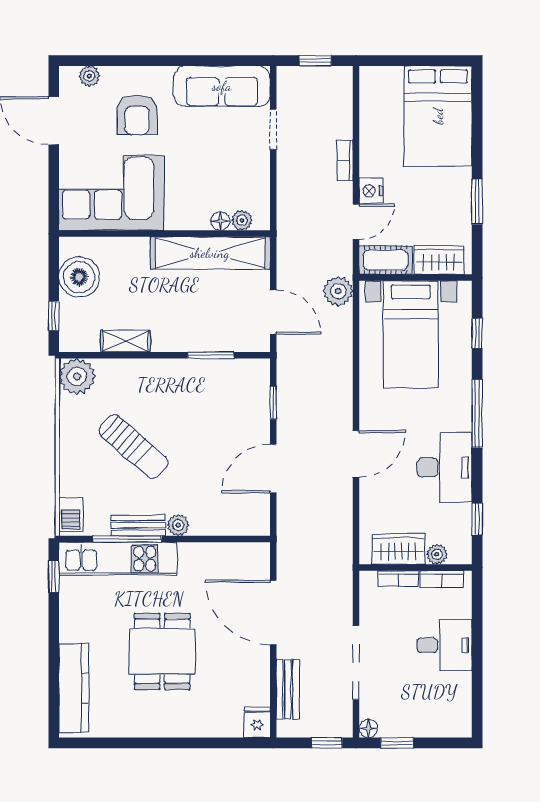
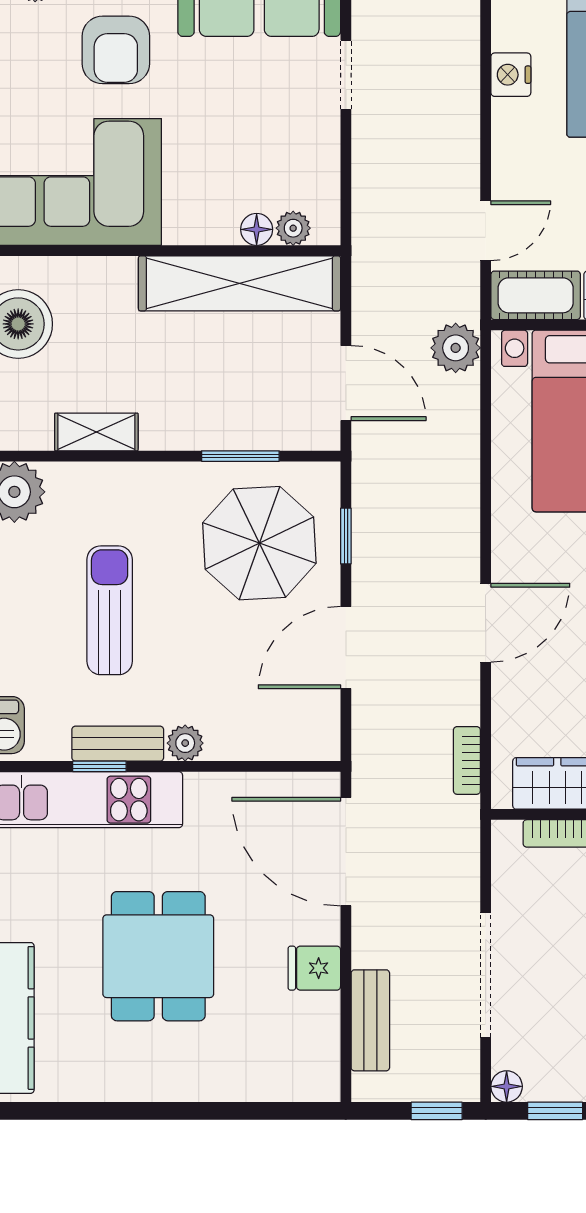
bookcase: (345, 161) -> (467, 760), moved
nightstand: (371, 191) -> (511, 75), moved
parasol: (222, 407) -> (259, 543), added
sun lounger: (133, 447) -> (110, 610), turned -131
window: (127, 539) -> (99, 766), width x0.46
door: (273, 613) -> (346, 852), moved
fridge: (257, 722) -> (314, 968), moved, turned -90

